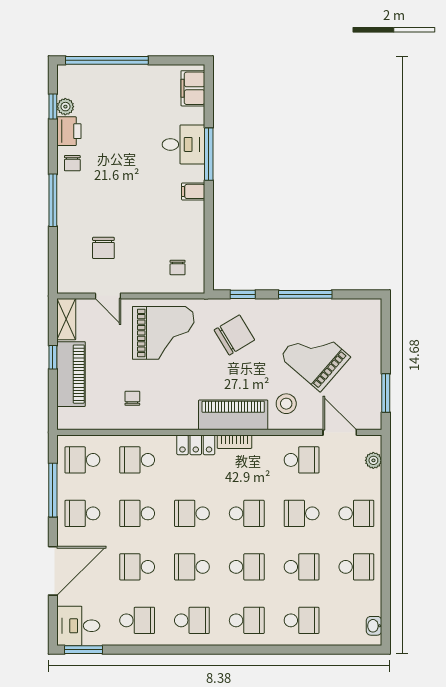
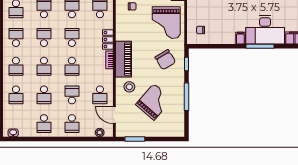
desk: (184, 144) -> (265, 30), width x1.87, depth x1.30
door: (340, 432) -> (114, 115), swing flipped
school desk: (192, 620) -> (16, 38), turned 180

